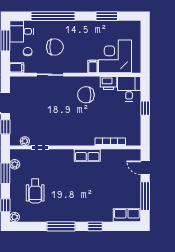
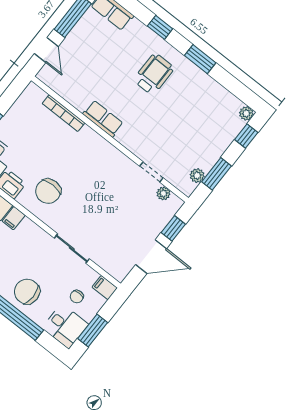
chair: (55, 47) -> (27, 292), moved
chair: (86, 95) -> (48, 191), turned 90
wheelchair: (35, 191) -> (154, 74), moved
window: (61, 226) -> (200, 59), width x0.69

